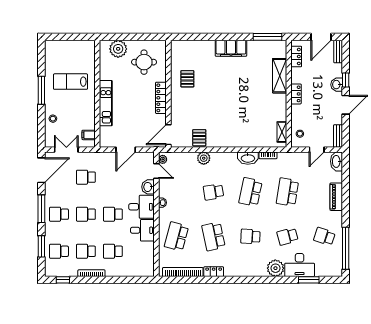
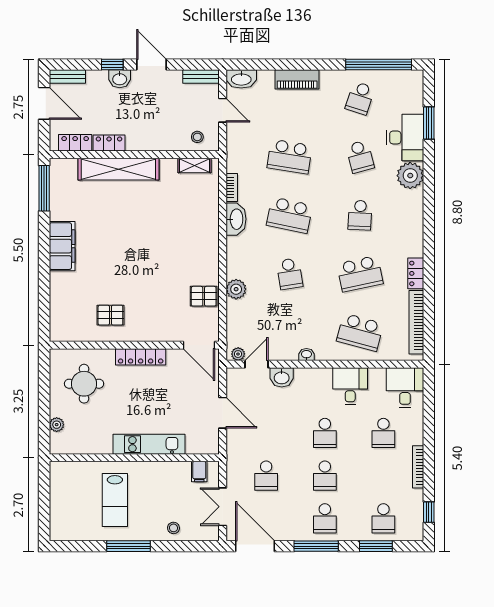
plant: (118, 49) -> (57, 425), width x0.53, depth x0.53
shelving: (280, 76) -> (118, 169), width x1.47
locker: (296, 94) -> (109, 143), moved
desk: (142, 207) -> (405, 388), moved
school desk: (86, 251) -> (383, 476), removed

